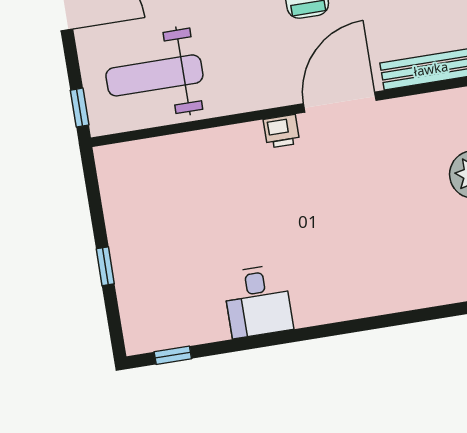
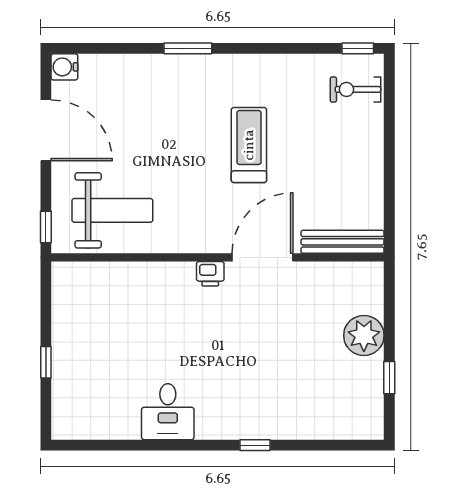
weight bench: (154, 75) -> (112, 210), turned 180
window: (173, 355) -> (255, 445), moved

